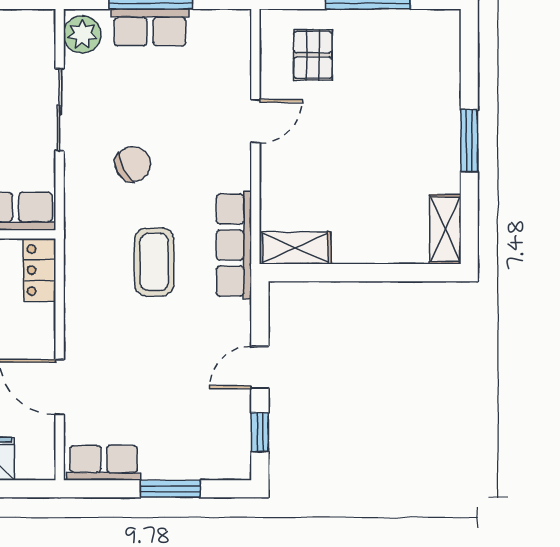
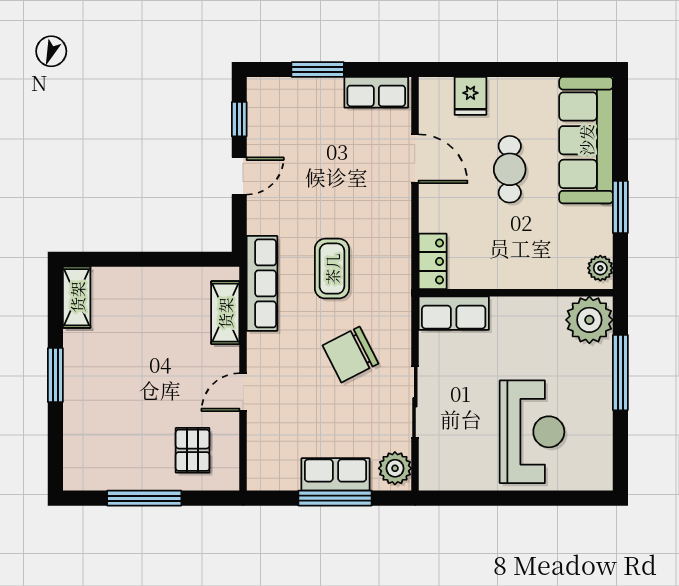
chair: (133, 164) -> (350, 355), width x1.37, depth x1.37
shelving: (295, 248) -> (225, 313), moved, turned 90

